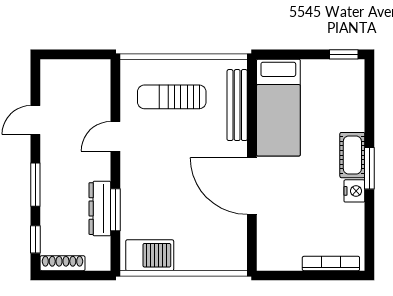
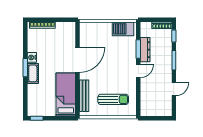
door: (115, 136) -> (138, 71), moved
door: (252, 186) -> (78, 60), hinge flipped

